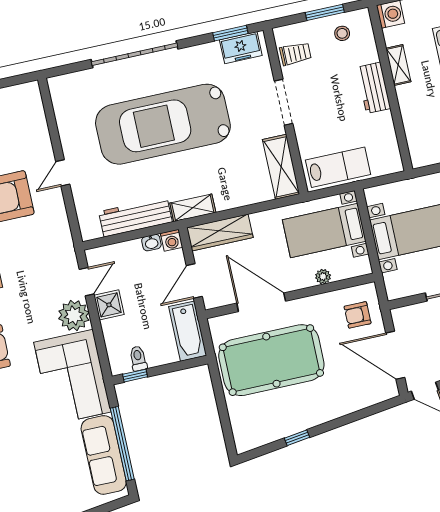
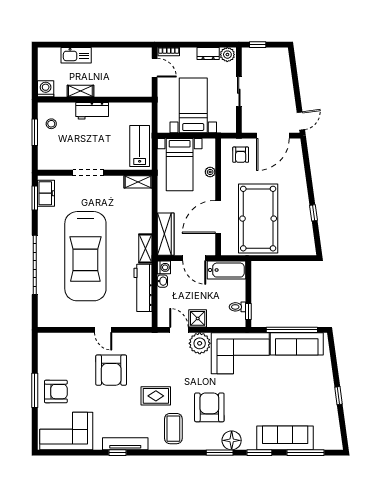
trolley: (295, 54) -> (58, 158), removed
shelving: (281, 167) -> (138, 182), width x0.67, depth x0.75

